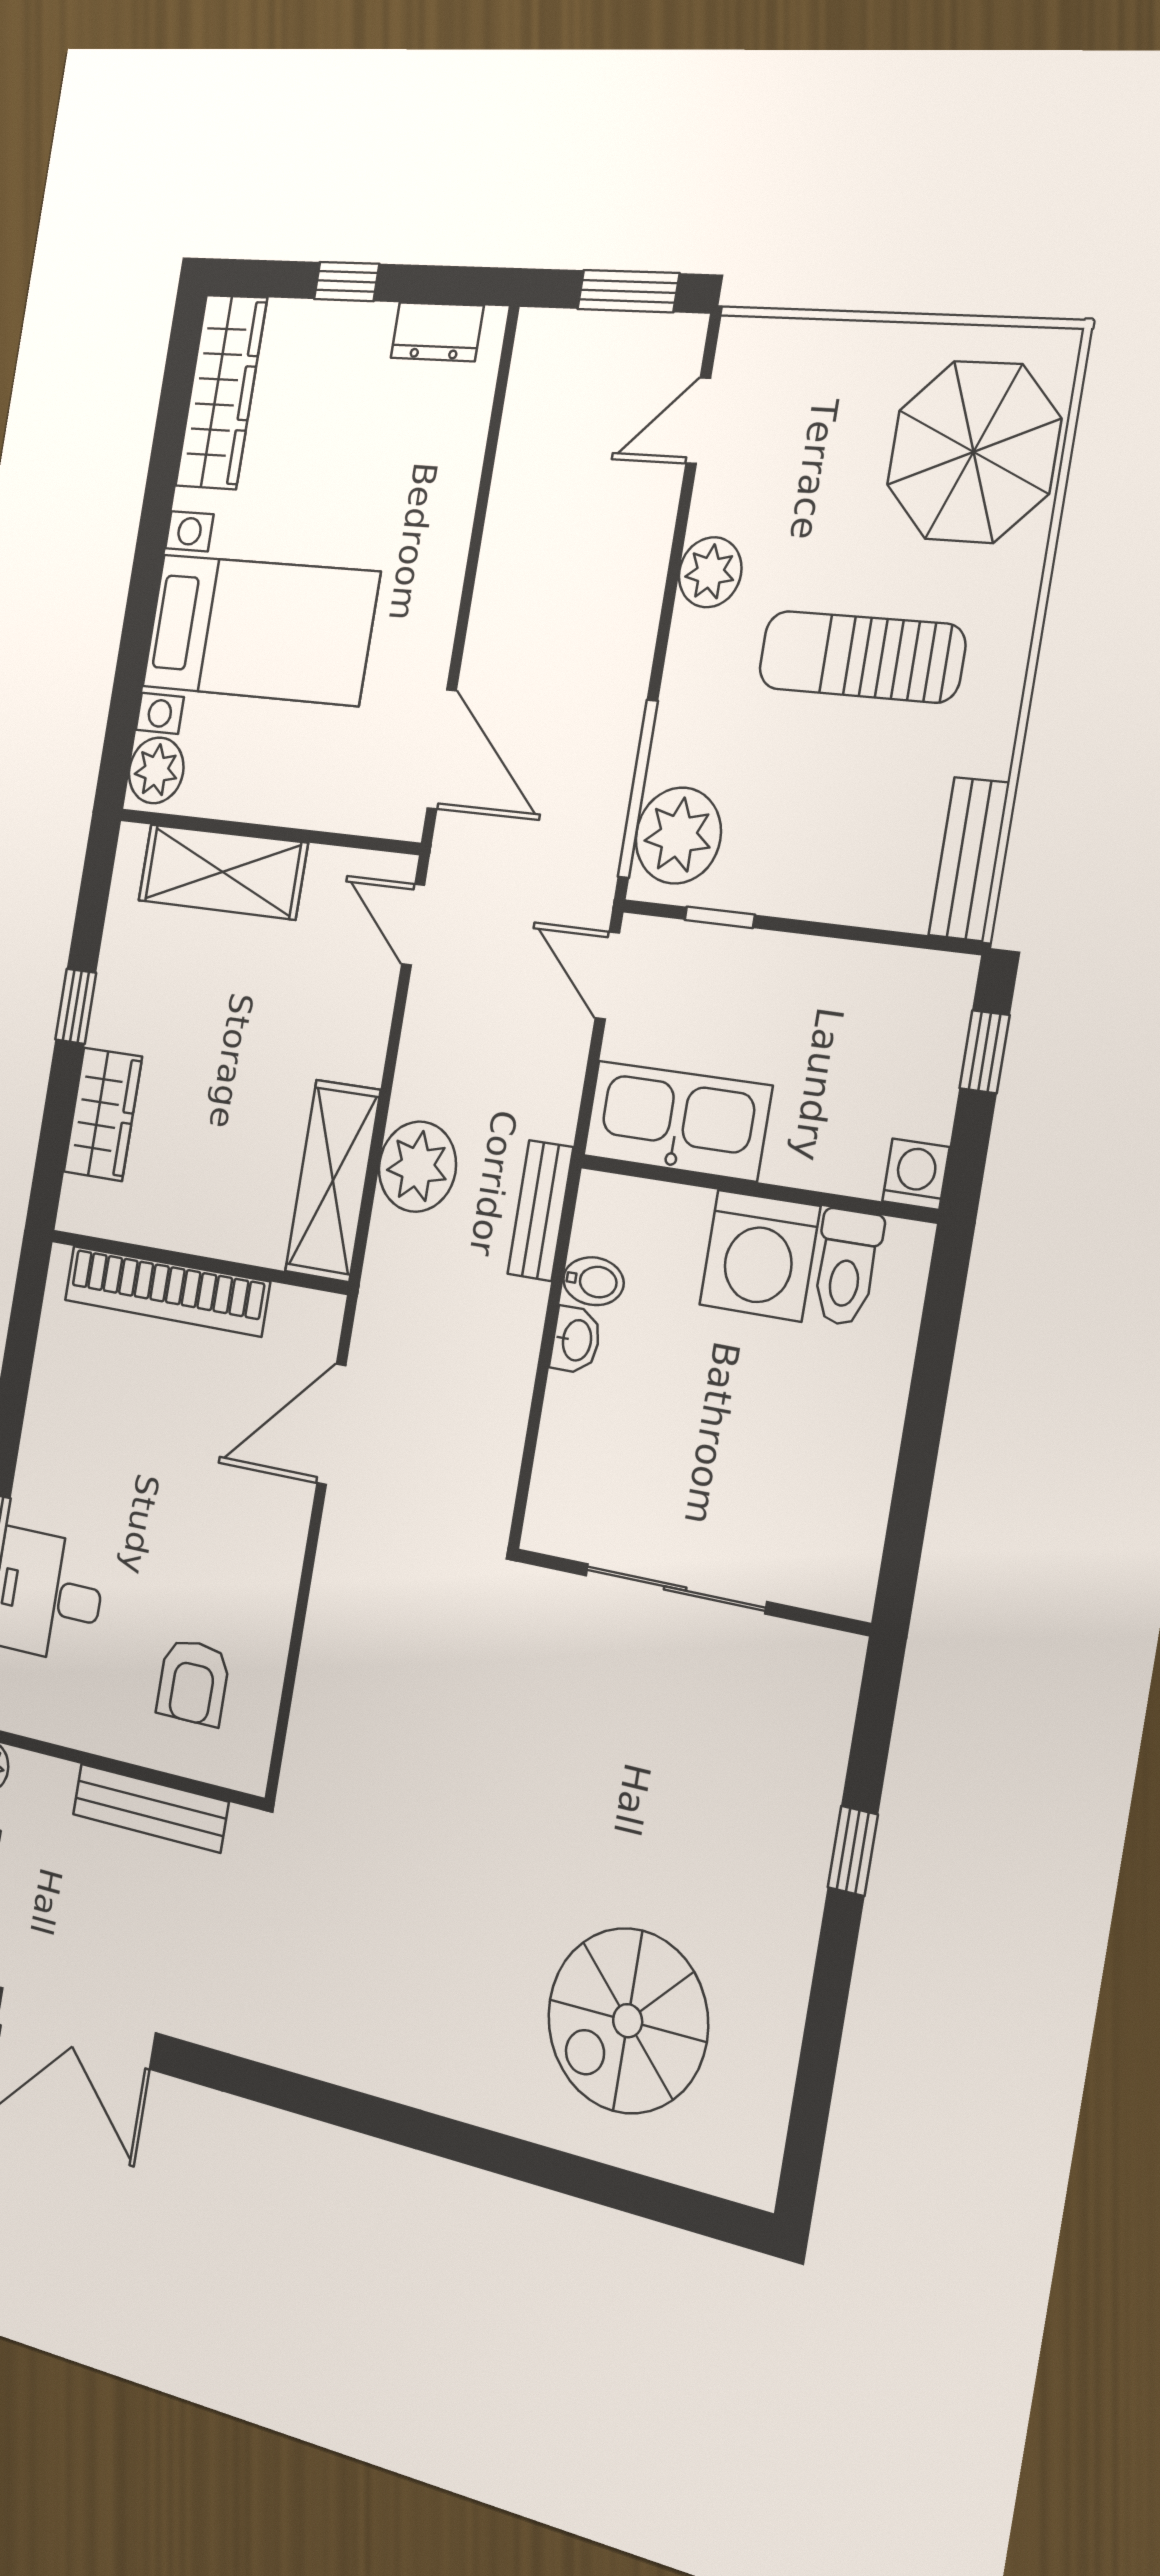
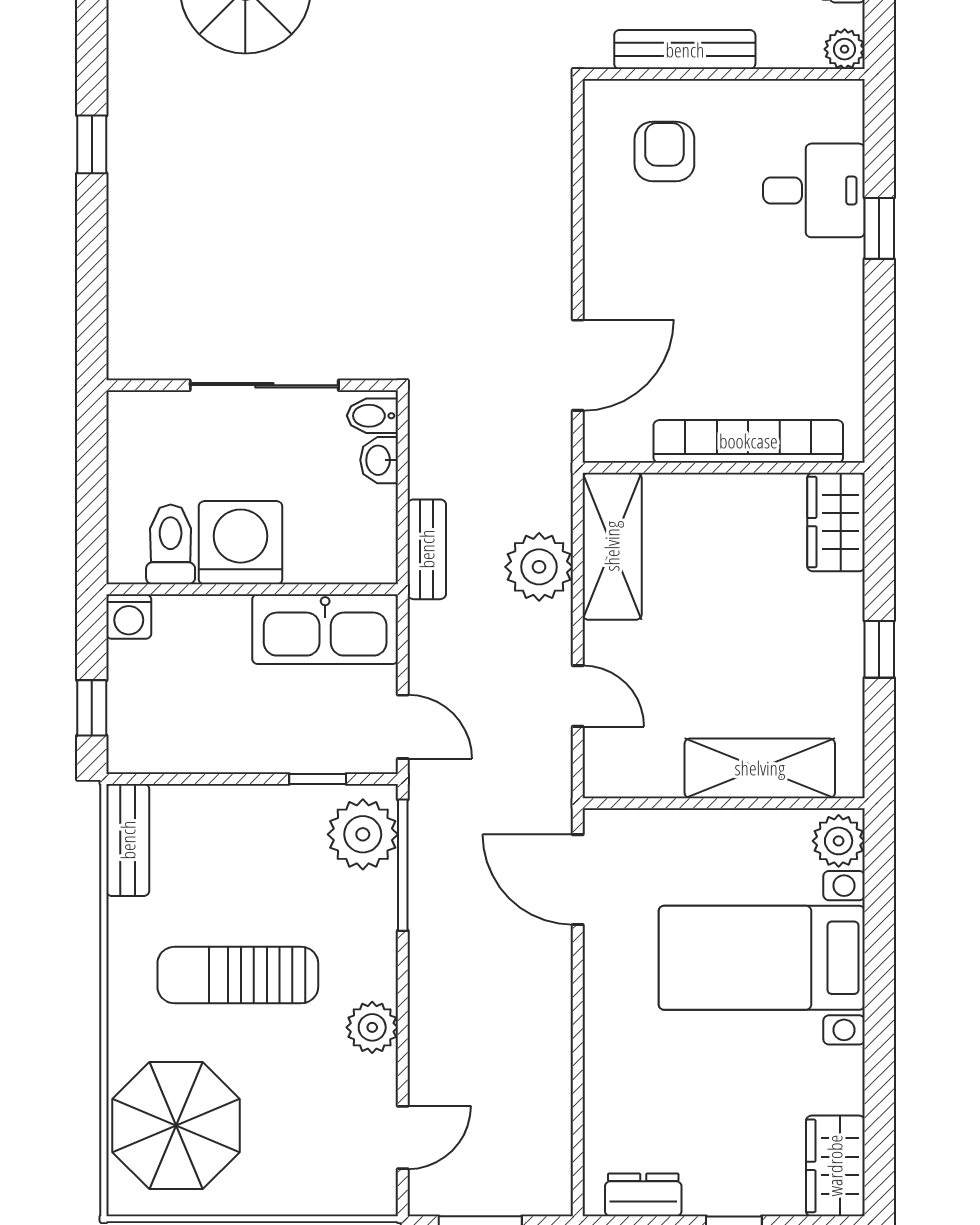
wardrobe: (221, 392) -> (835, 1166), width x0.67
sun lounger: (861, 657) -> (238, 975), turned 180
door: (413, 925) -> (578, 696), moved
wardrobe: (103, 1114) -> (836, 522), moved
bidet: (593, 1281) -> (372, 416), moved
sliding door: (675, 1589) -> (264, 385), moved
wall: (690, 1592) -> (252, 385), moved

